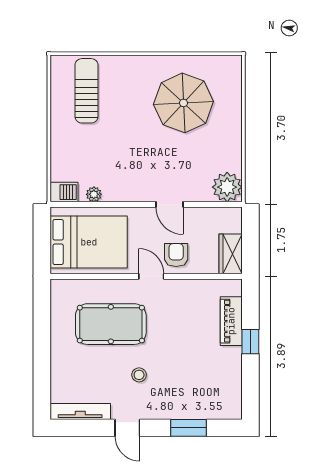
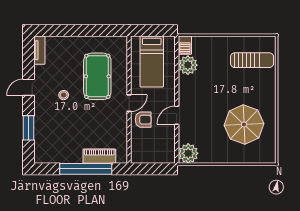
plant: (94, 194) -> (188, 65), width x1.88, depth x1.88
bed: (89, 242) -> (152, 62), width x0.67
wardrobe: (231, 254) -> (144, 156), removed
window: (250, 342) -> (86, 169), width x3.17
tv unit: (80, 411) -> (39, 50), width x0.71

